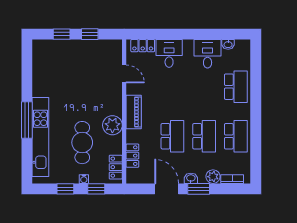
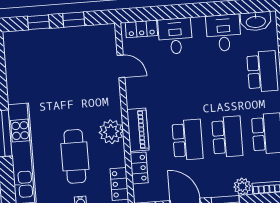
washbasin: (228, 44) -> (256, 21), width x1.91, depth x1.45
piano: (134, 112) -> (138, 130), moved
washbasin: (191, 178) -> (215, 191), removed

